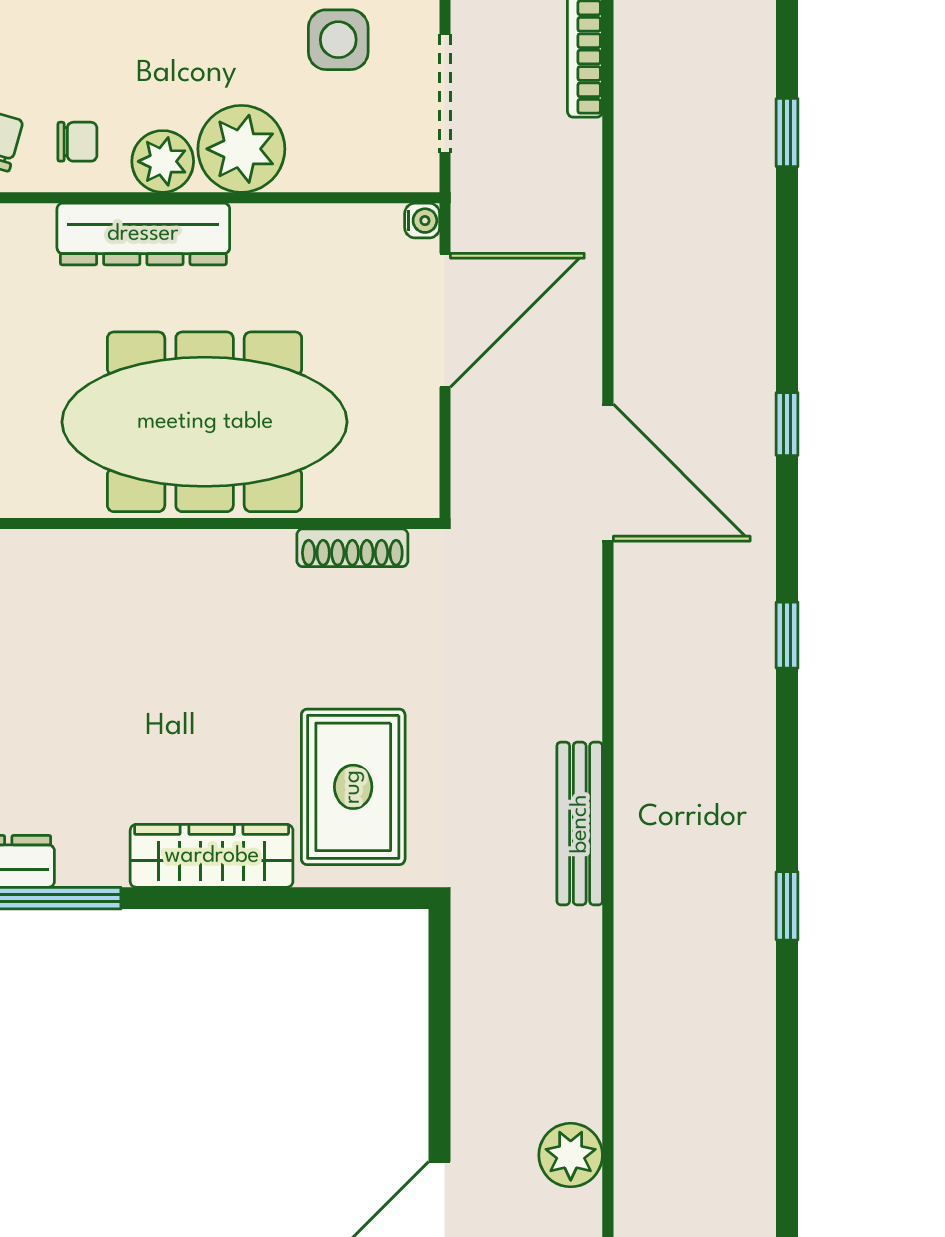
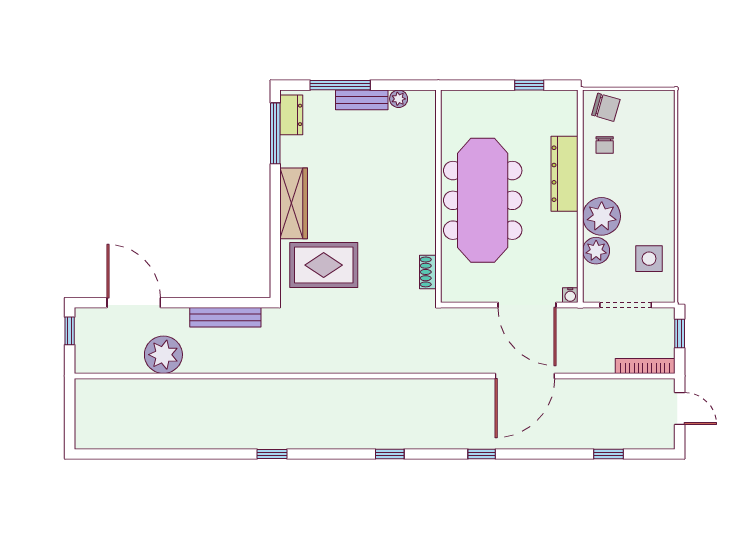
plant: (163, 161) -> (596, 251), moved
door: (608, 473) -> (525, 376), moved
shoe rack: (352, 548) -> (428, 272), width x0.70
bench: (580, 824) -> (225, 317), moved
plant: (571, 1155) -> (163, 355), width x1.36, depth x1.36

